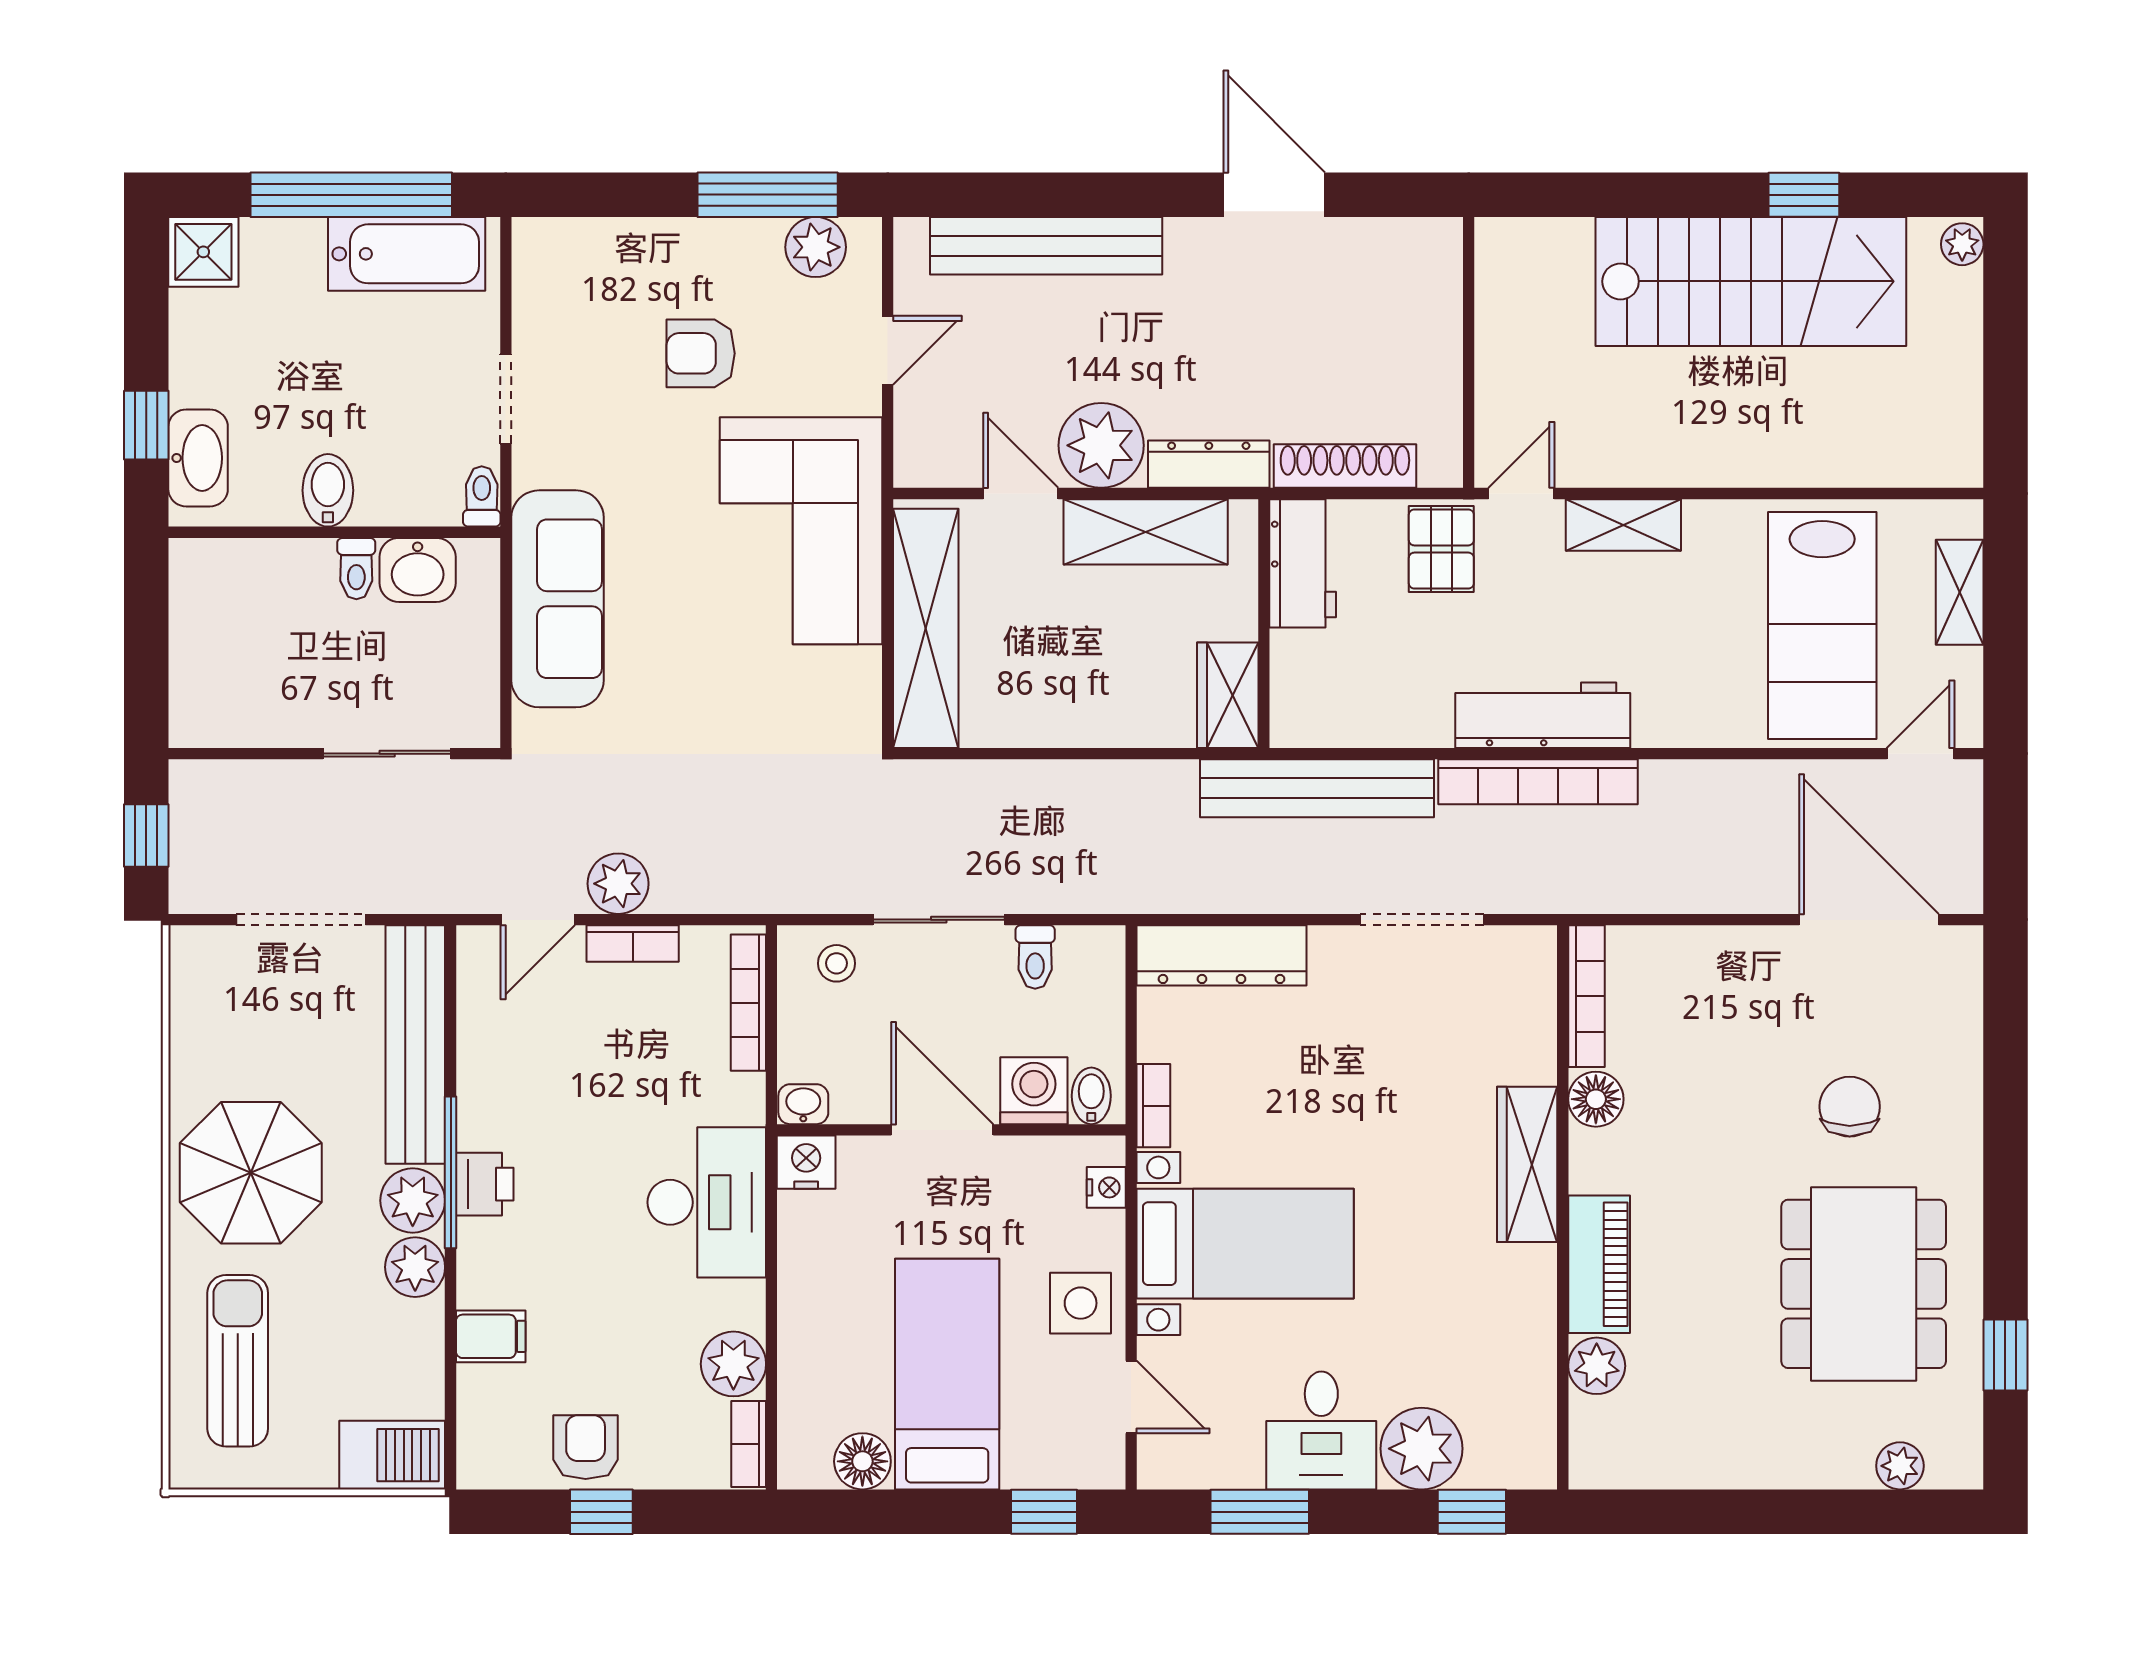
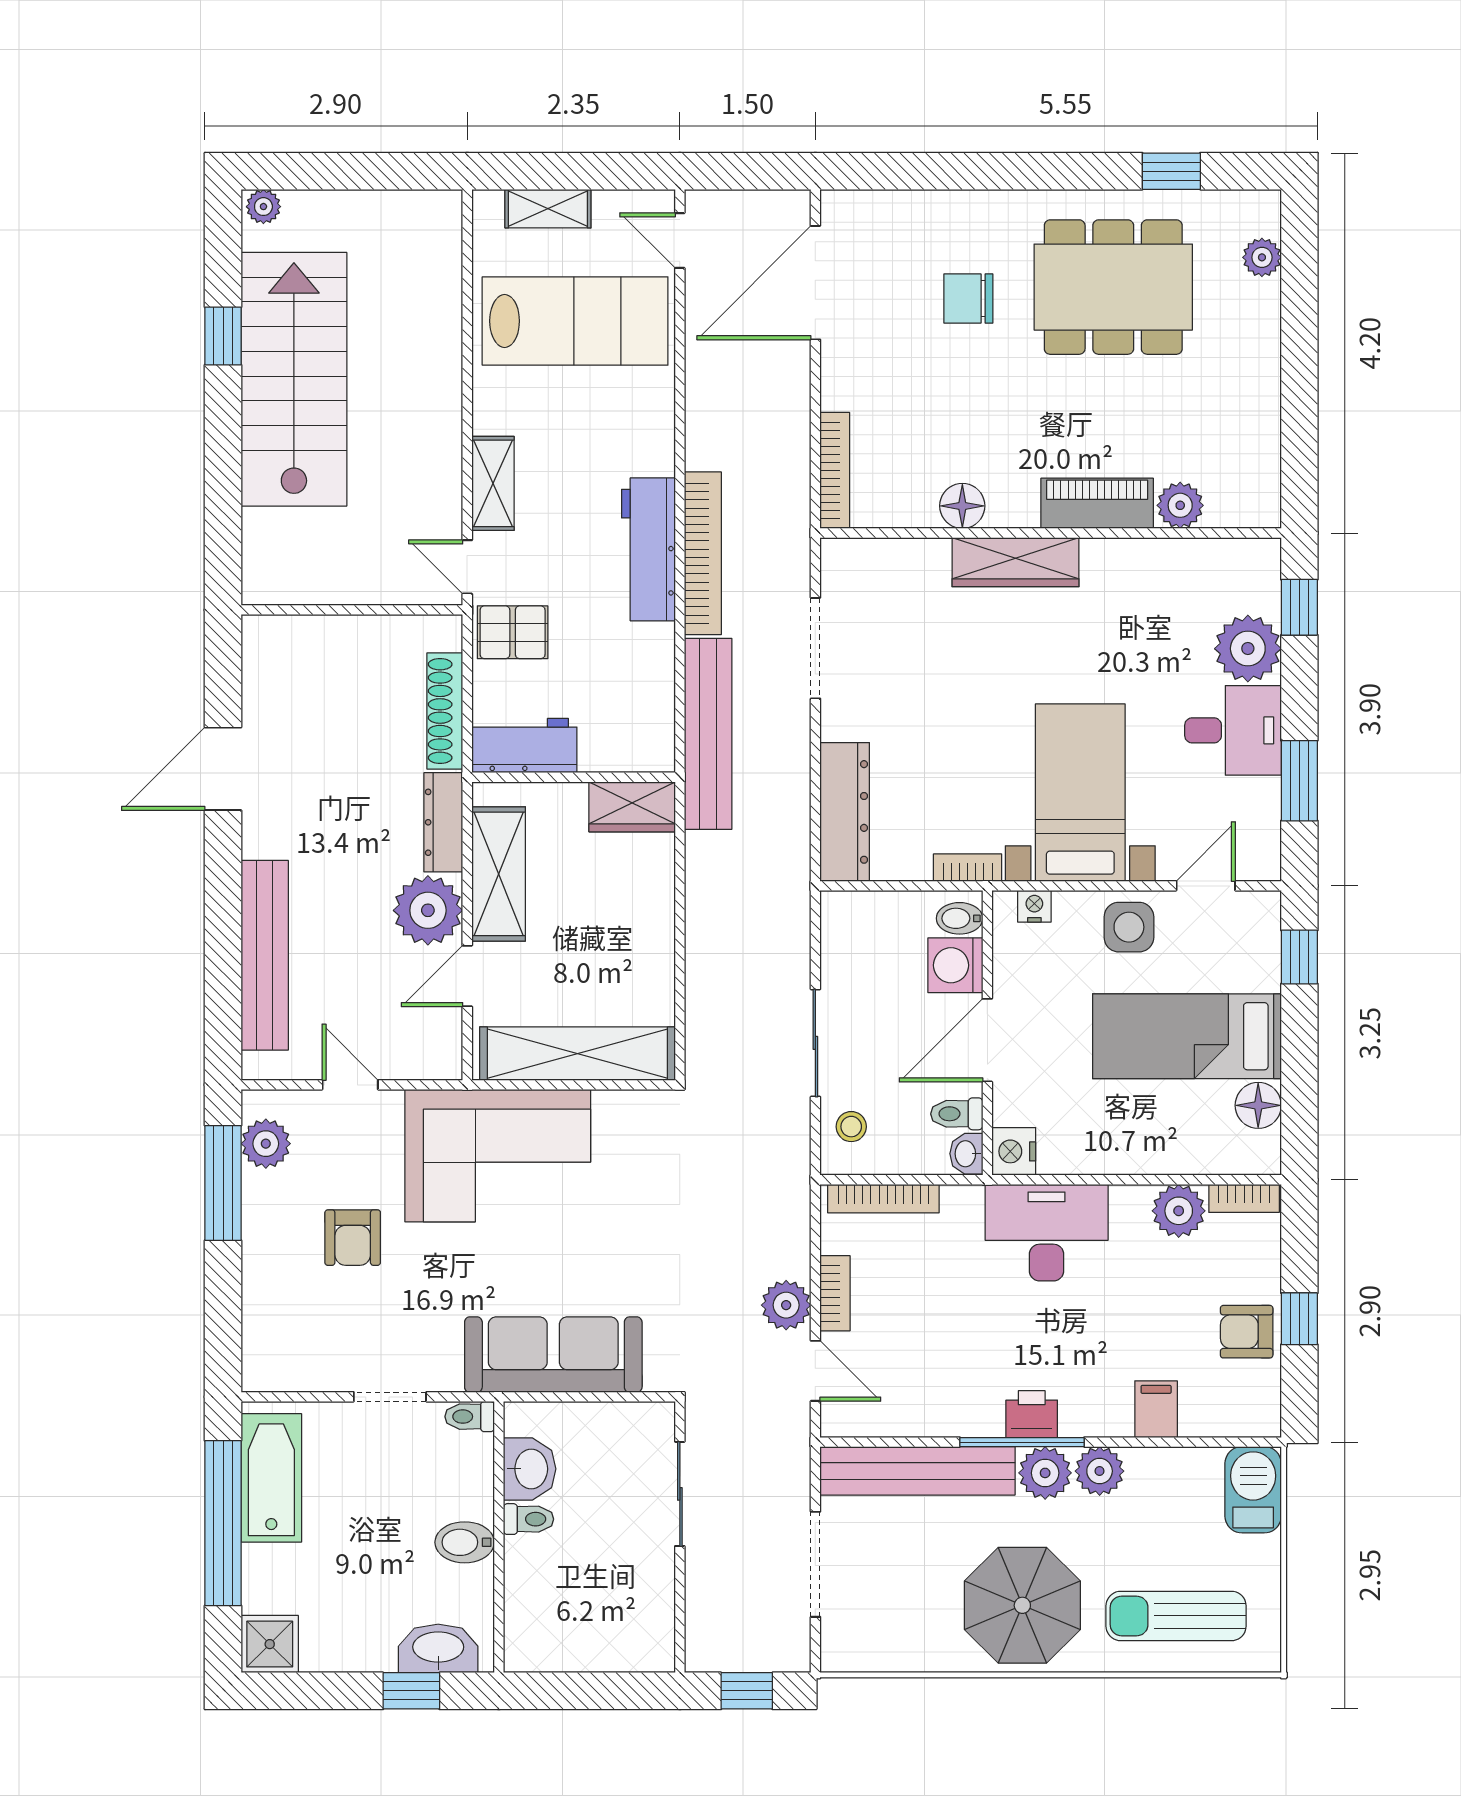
toilet: (1035, 957) -> (957, 1114), moved, turned 180
bookcase: (1586, 996) -> (835, 470), moved, turned 90

